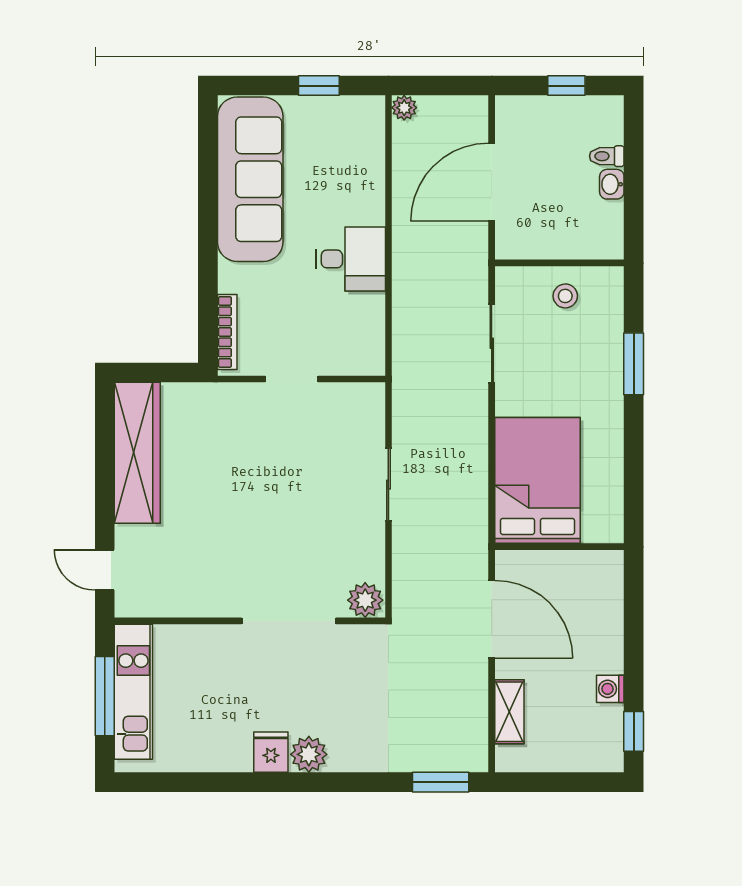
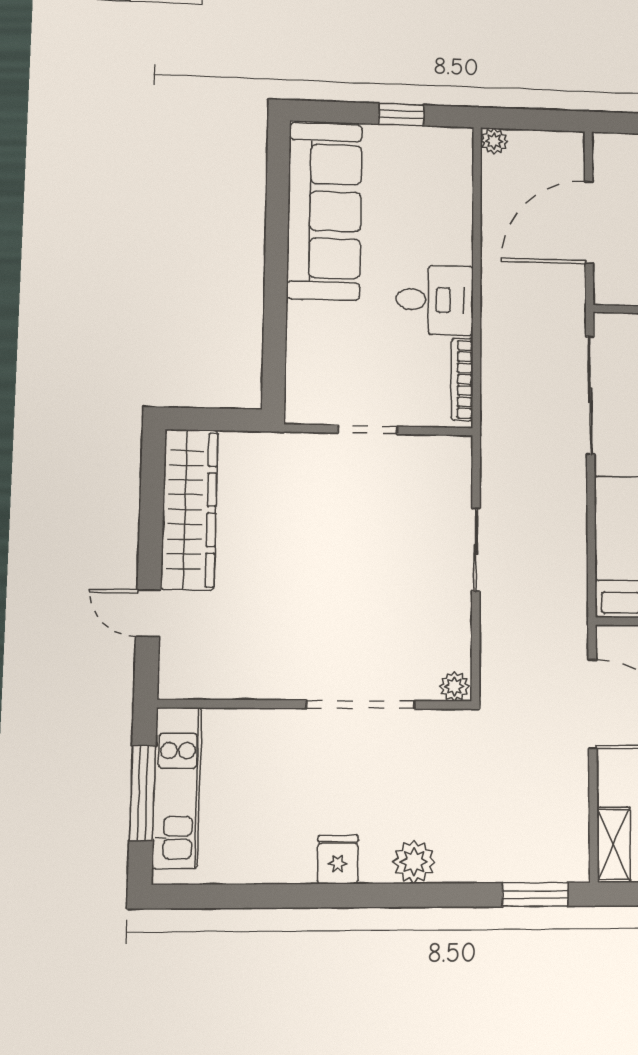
bookcase: (227, 332) -> (462, 379), moved, turned 180
sliding door: (492, 343) -> (590, 395), width x1.37
door: (105, 570) -> (148, 613), moved
plant: (365, 600) -> (454, 686), width x0.73, depth x0.73
shelving: (509, 712) -> (614, 845), moved
plant: (309, 754) -> (414, 862), moved

